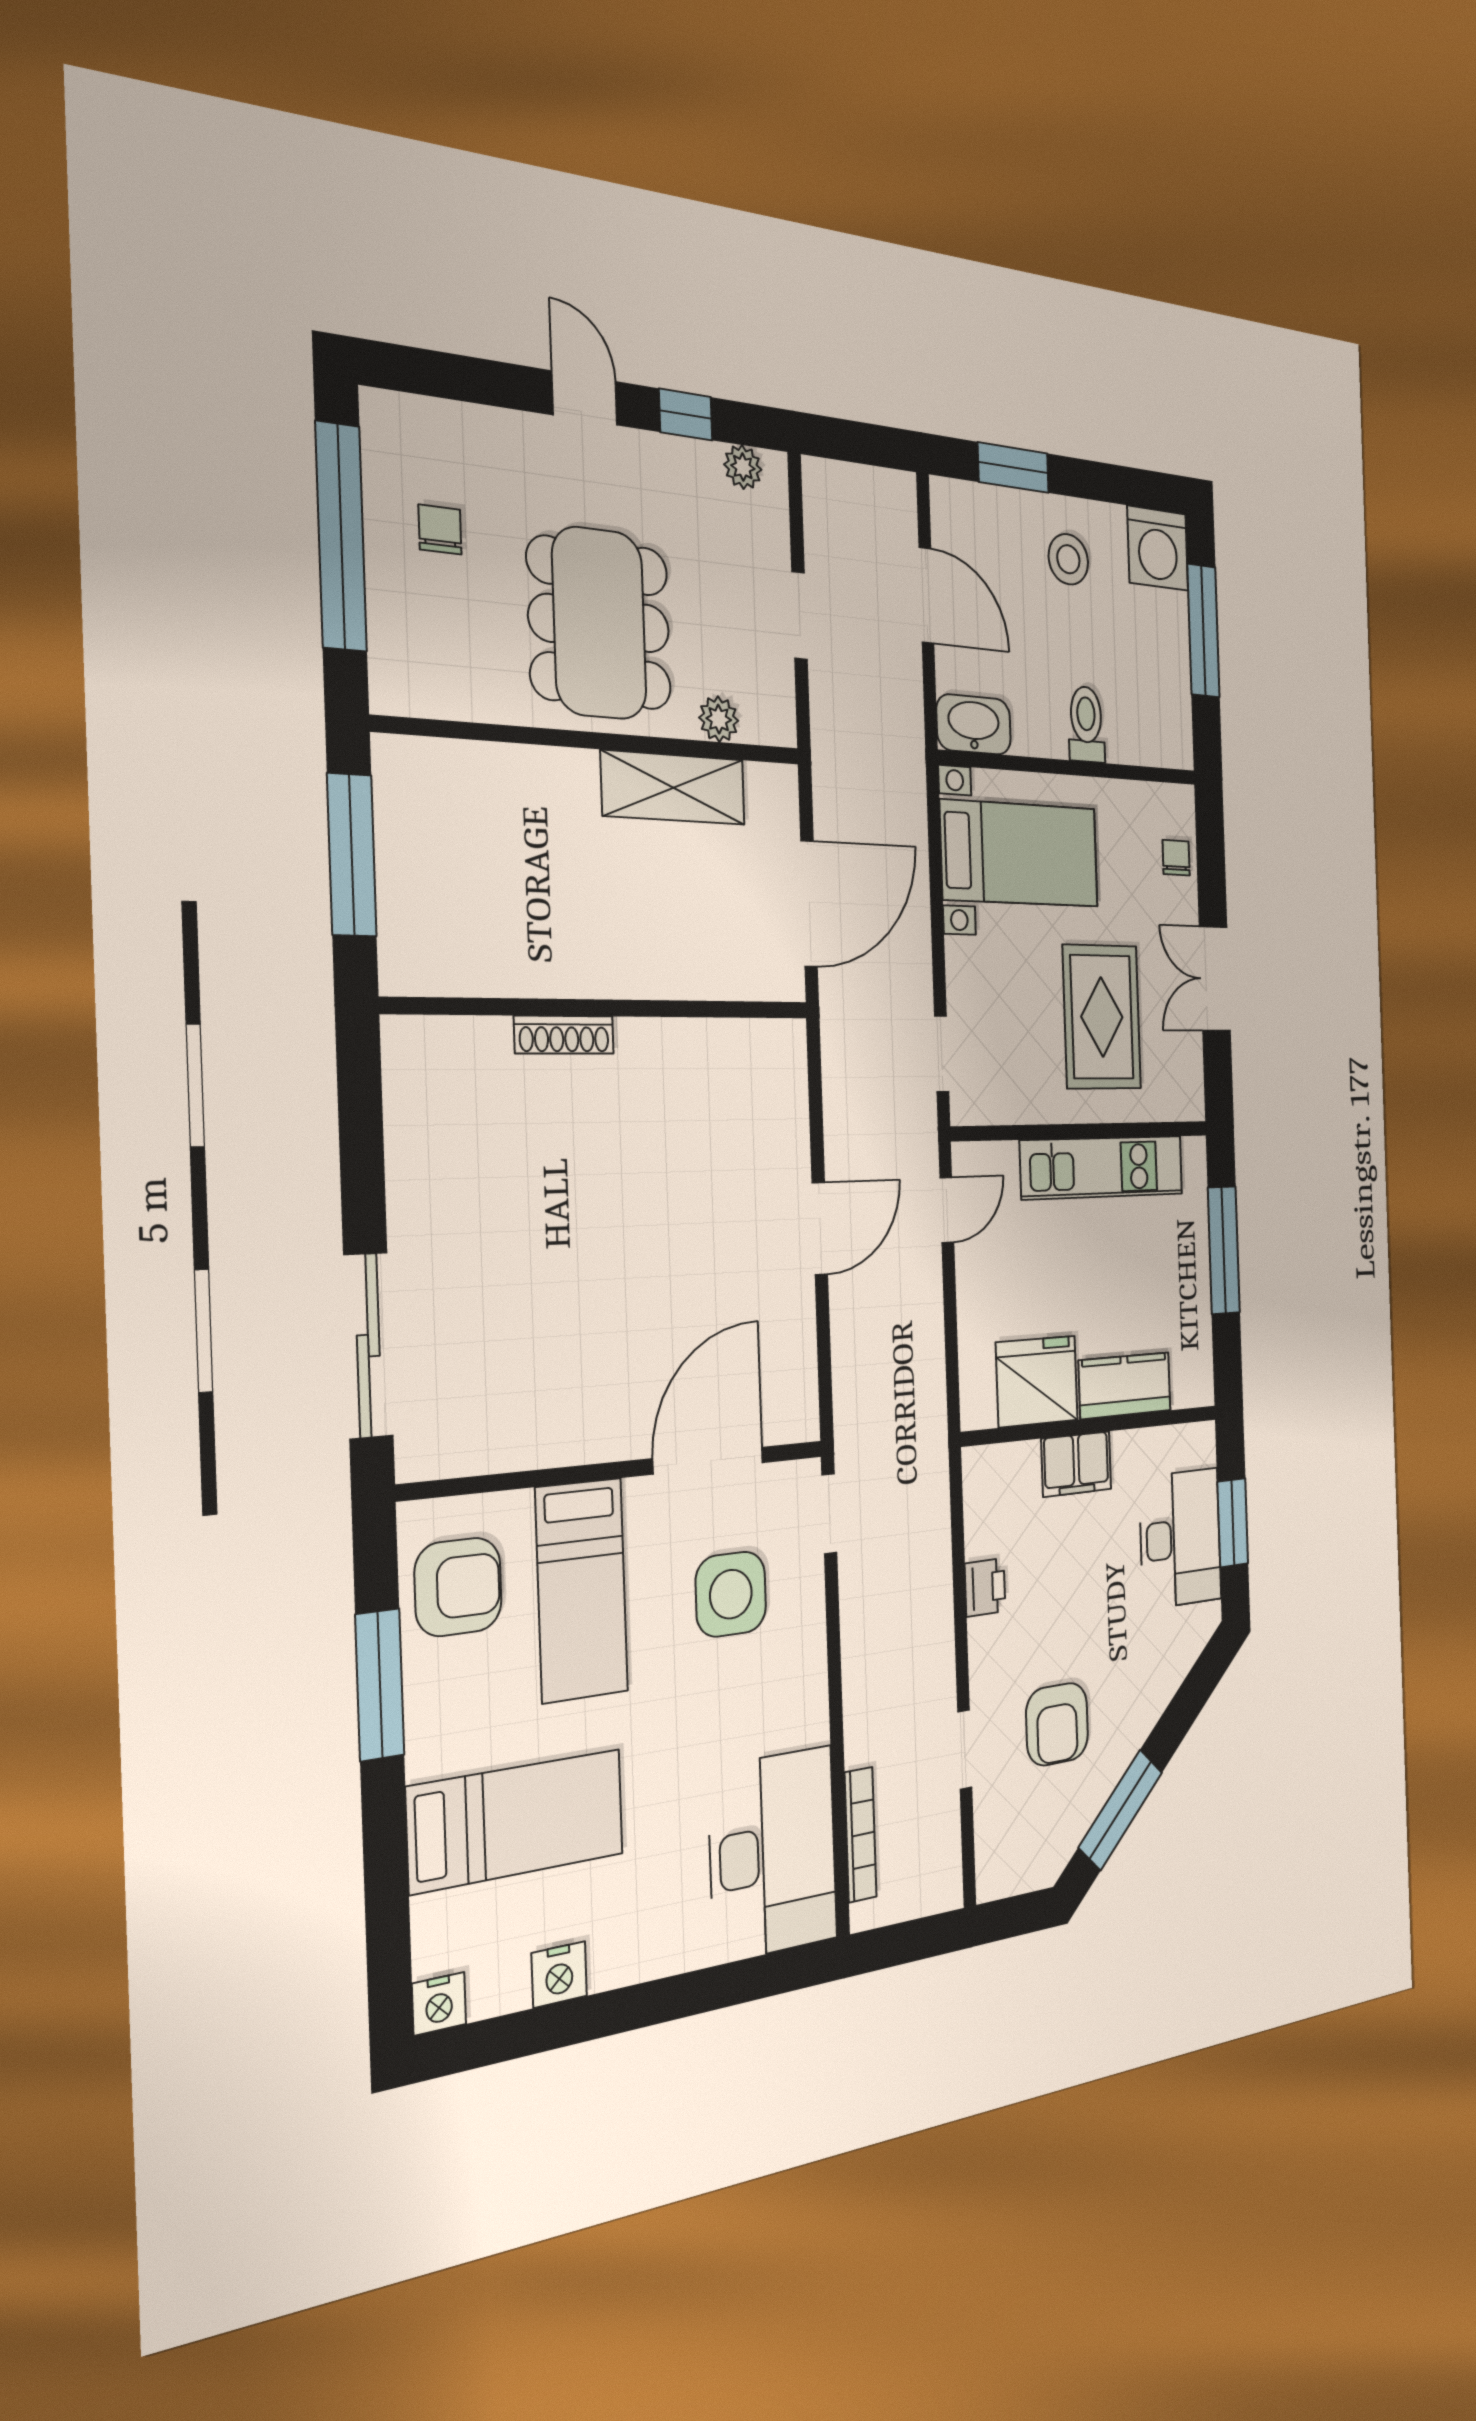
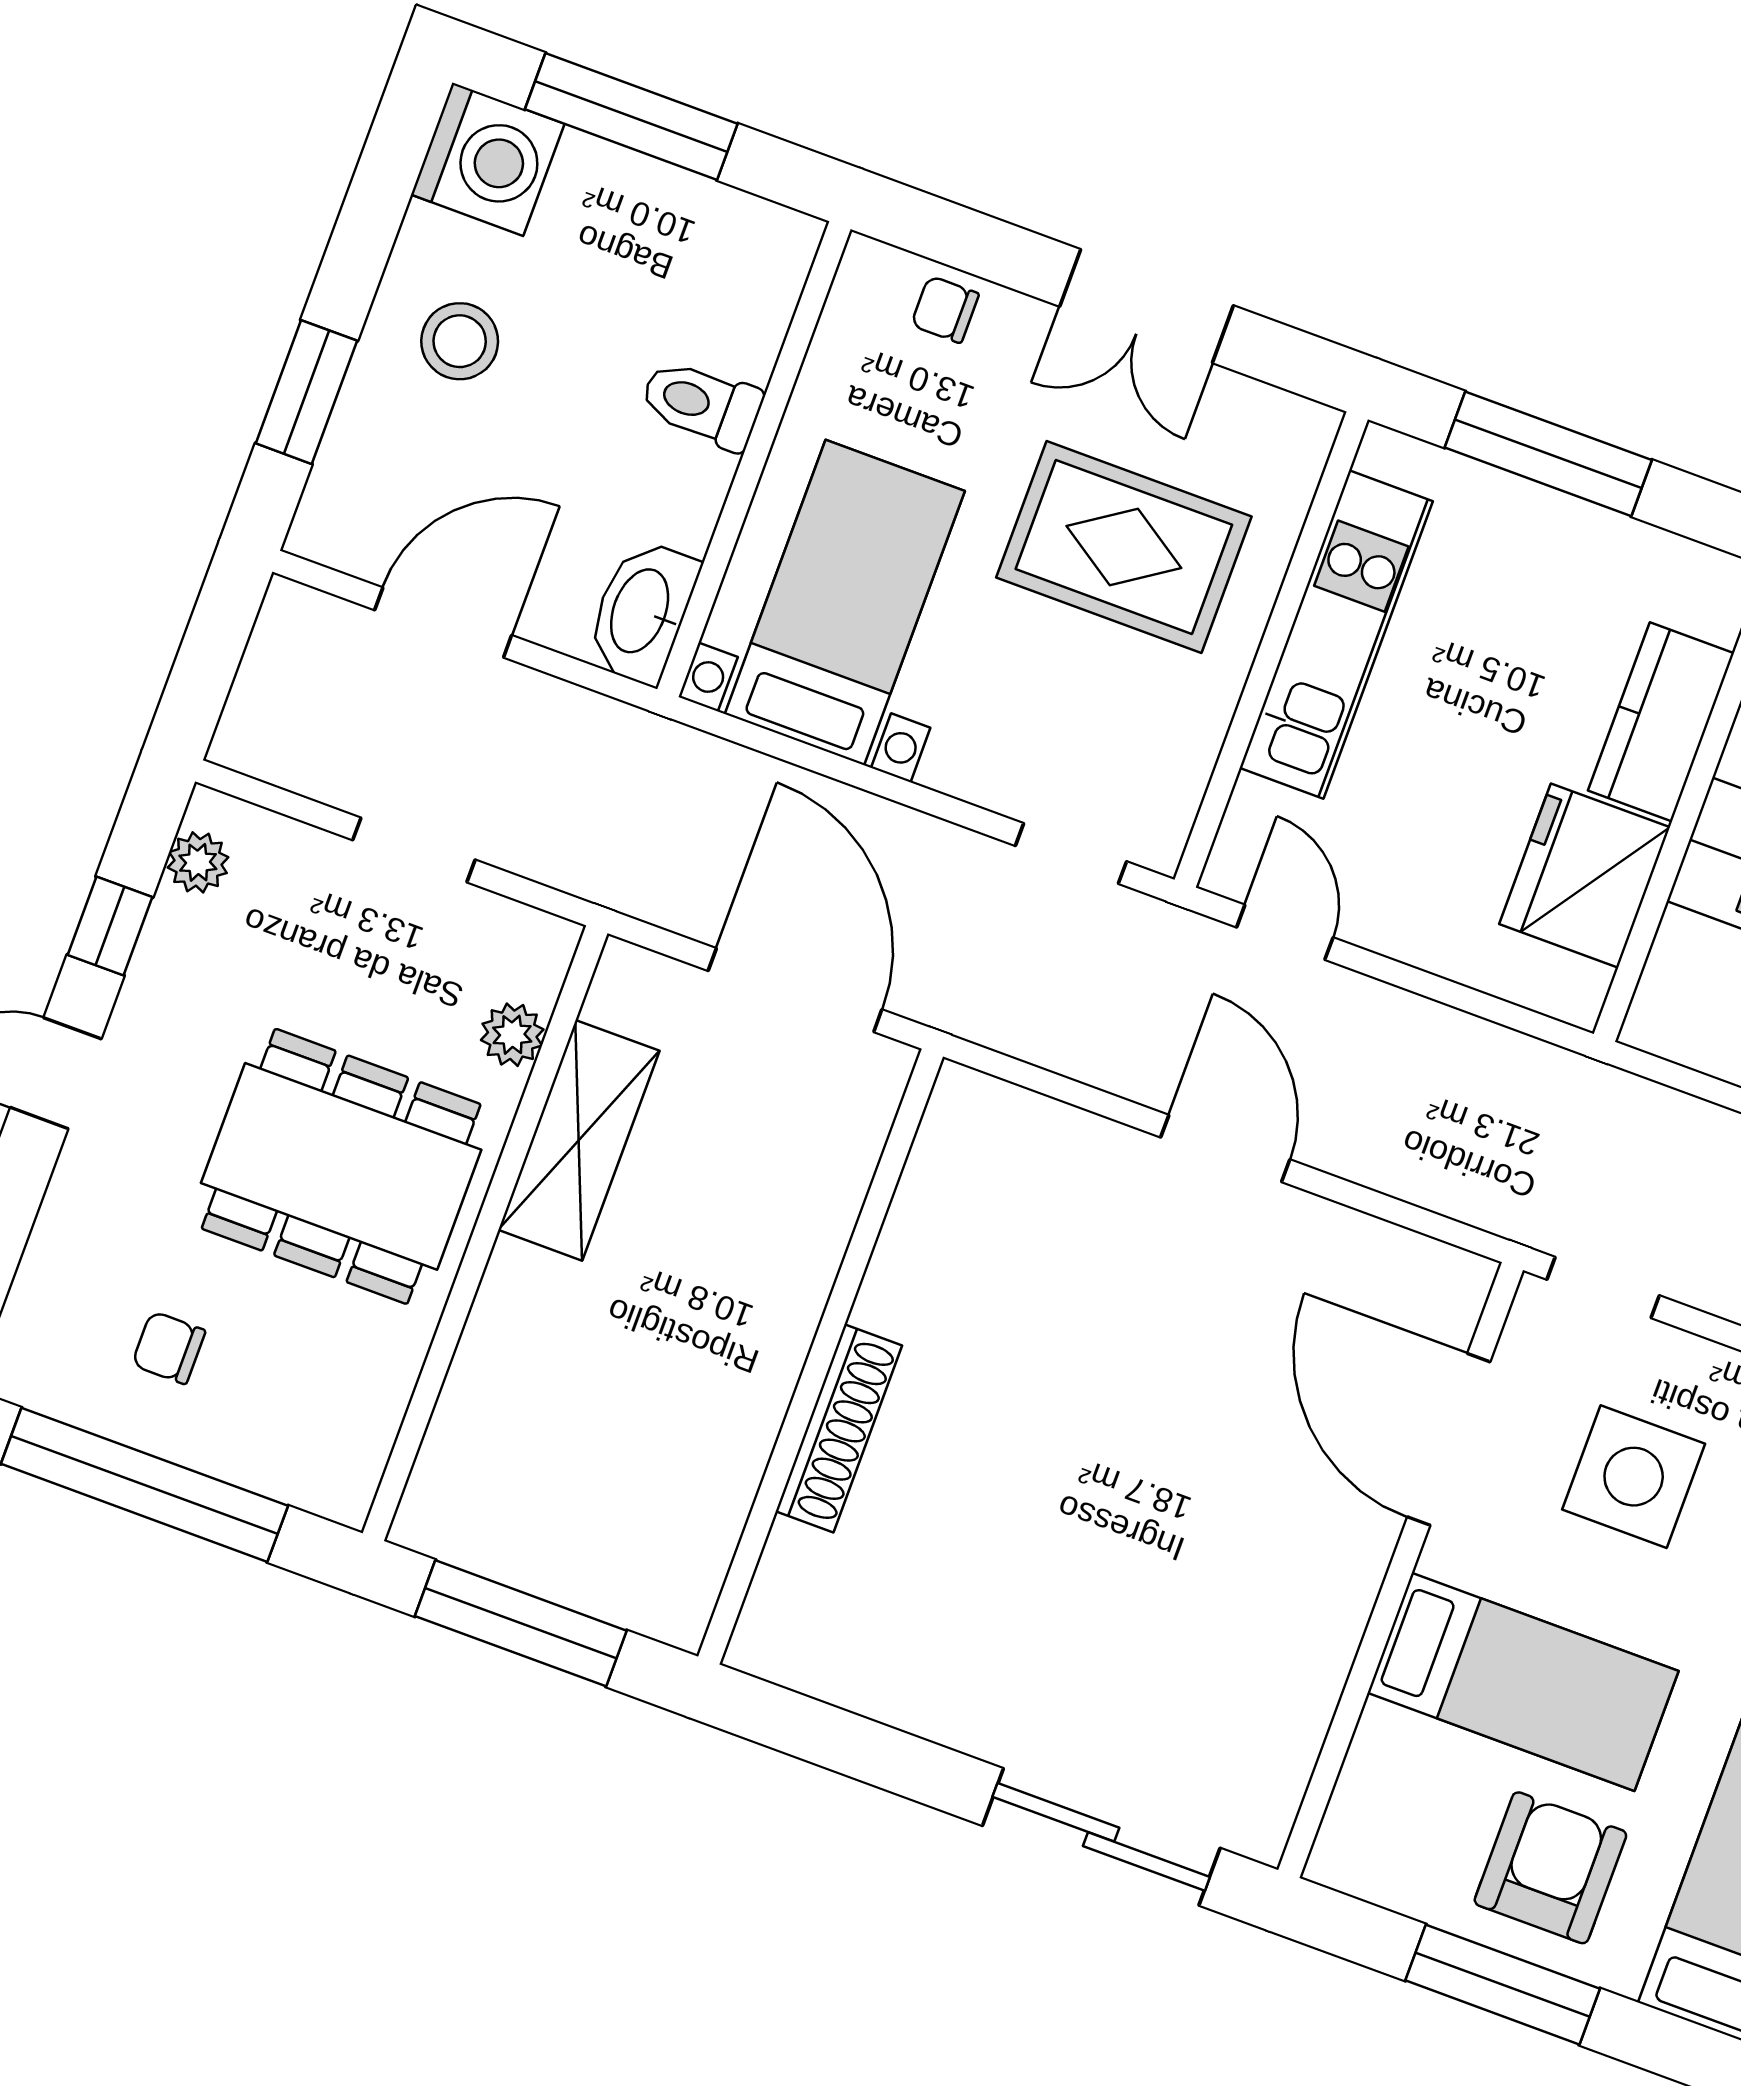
shoe rack: (564, 1035) -> (839, 1428), width x1.36, depth x1.24
armchair: (458, 1587) -> (1550, 1868), moved

